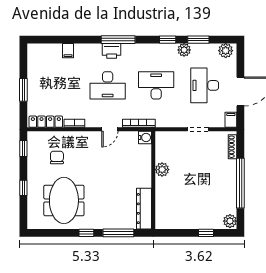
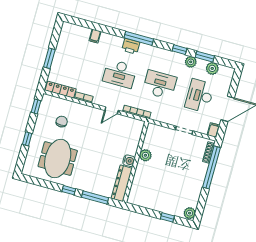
plant: (226, 51) -> (212, 68), moved
water cooler: (145, 138) -> (129, 161), moved
window: (240, 183) -> (211, 167), moved

